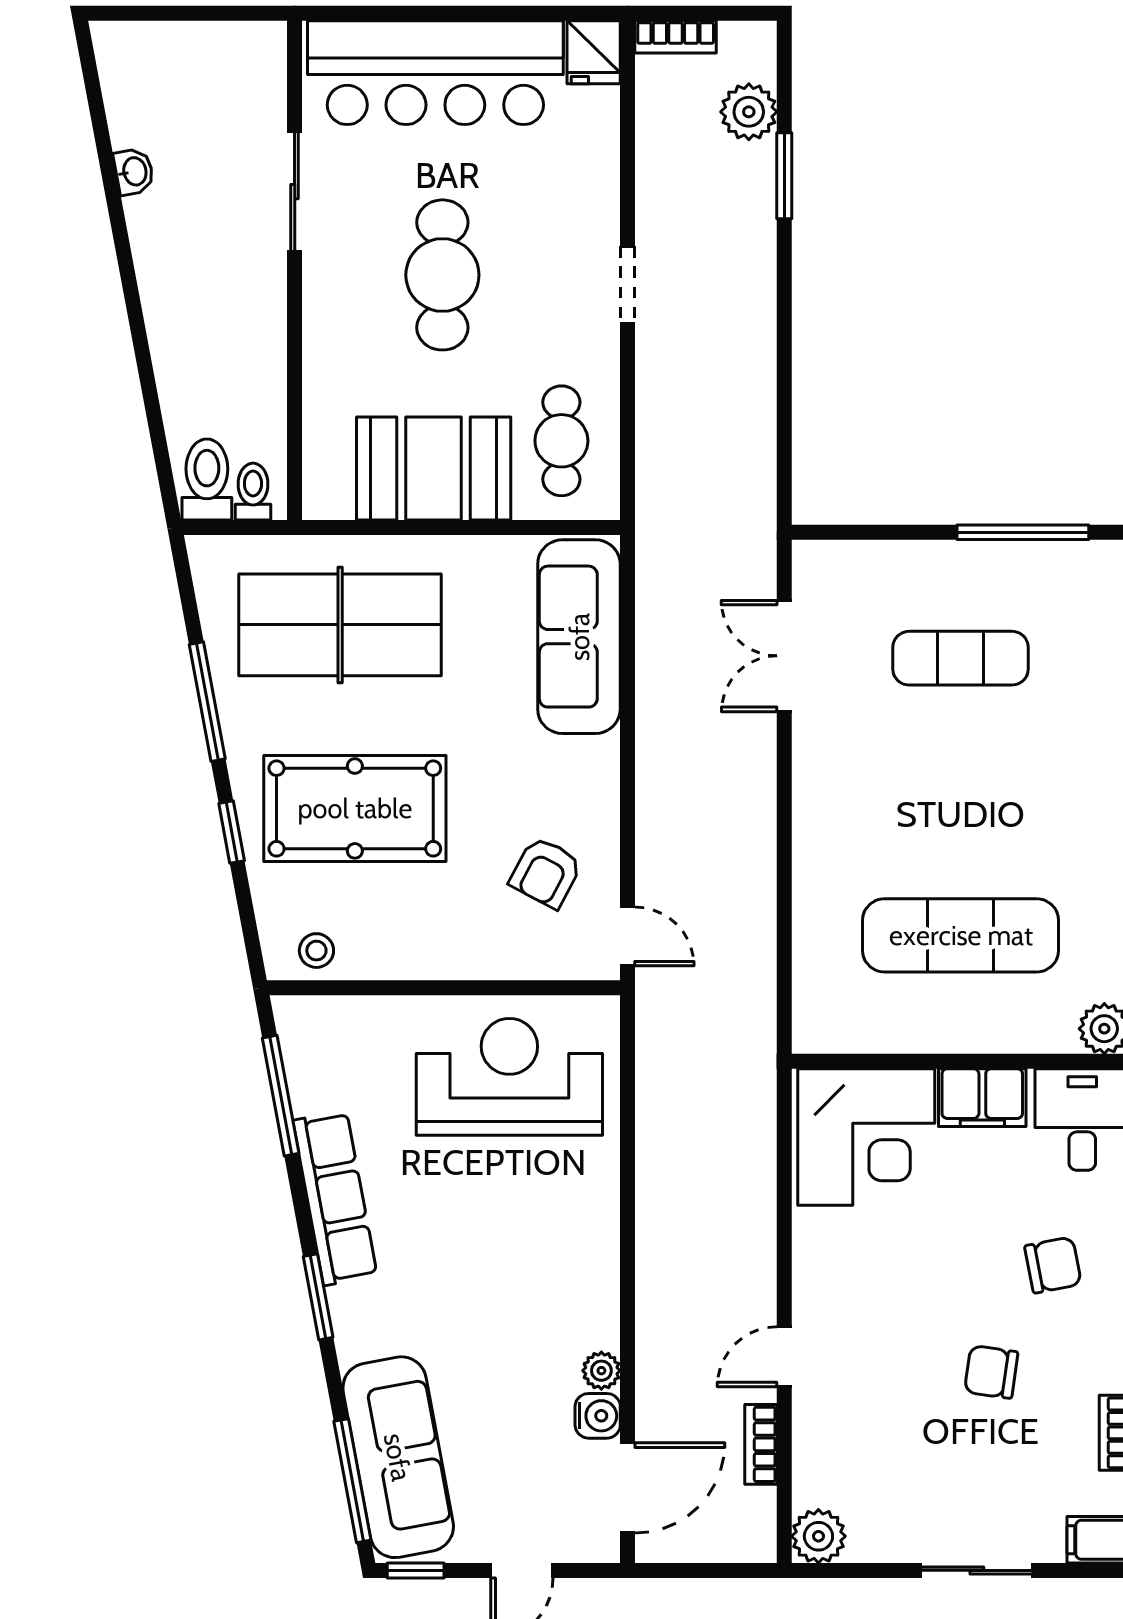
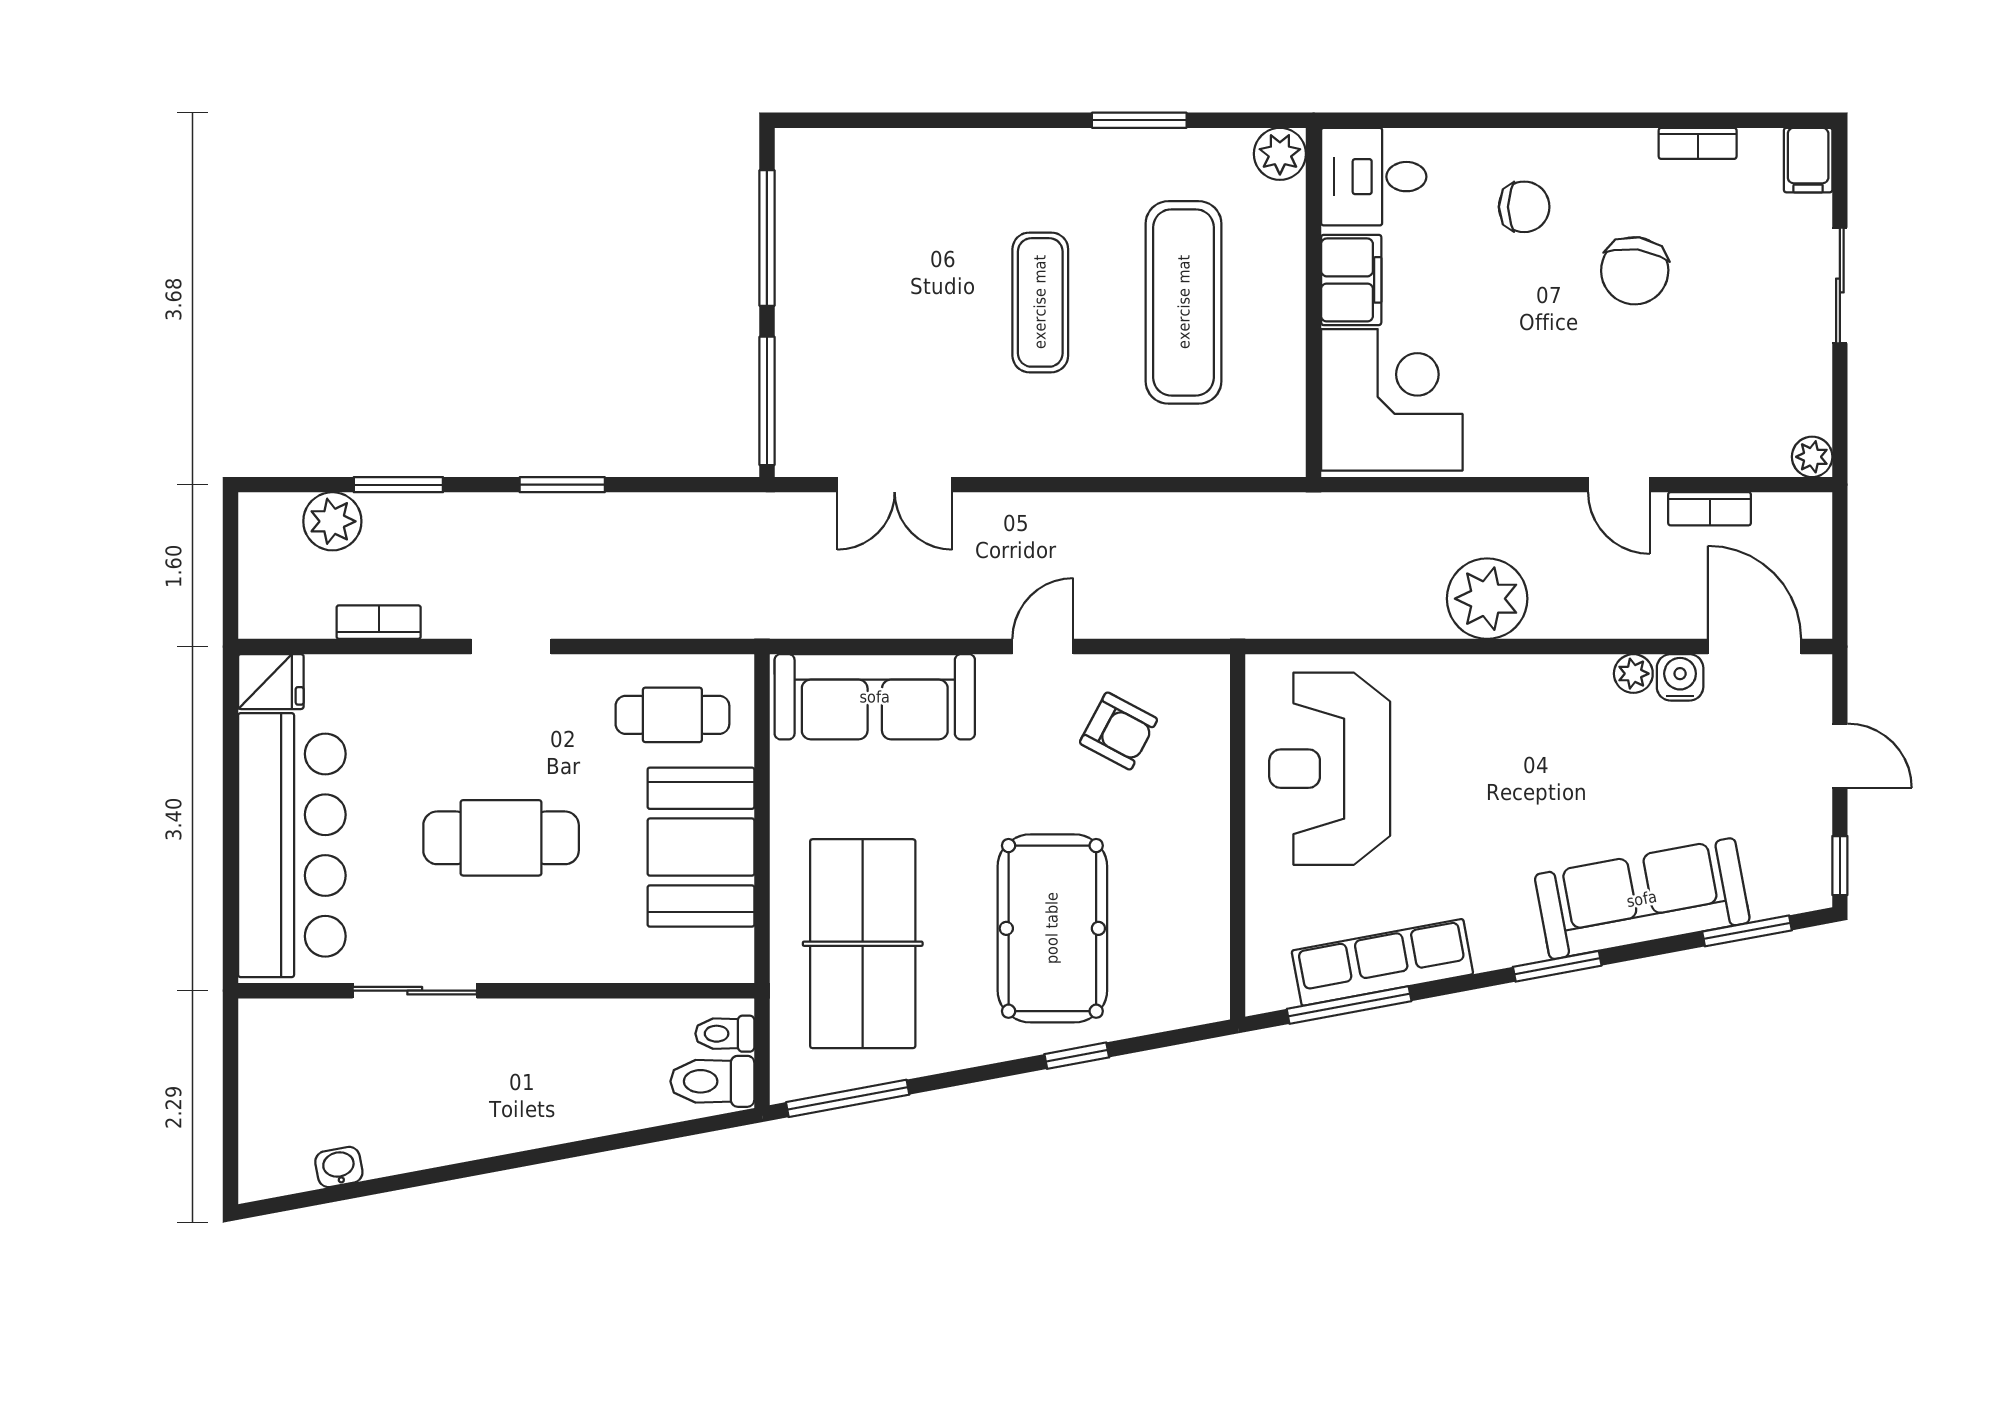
bookcase: (676, 37) -> (379, 622), moved, turned -90
washbasin: (134, 172) -> (339, 1167), moved
window: (784, 334) -> (562, 485), added
window: (865, 532) -> (767, 401), added
exercise mat: (961, 658) -> (1040, 302), moved
window: (207, 702) -> (848, 1098), moved
door: (628, 936) -> (1043, 647), moved
stool: (316, 951) -> (1199, 968), removed
row of seats: (335, 1198) -> (1382, 962), moved
plant: (674, 1229) -> (1487, 599), added
chair: (1053, 1265) -> (1524, 207), turned 101
chair: (991, 1372) -> (1635, 271), width x1.37, depth x1.37
sofa: (398, 1457) -> (1642, 899), moved
window: (352, 1481) -> (1747, 931), width x0.69
plant: (818, 1536) -> (1812, 457), width x0.73, depth x0.73

